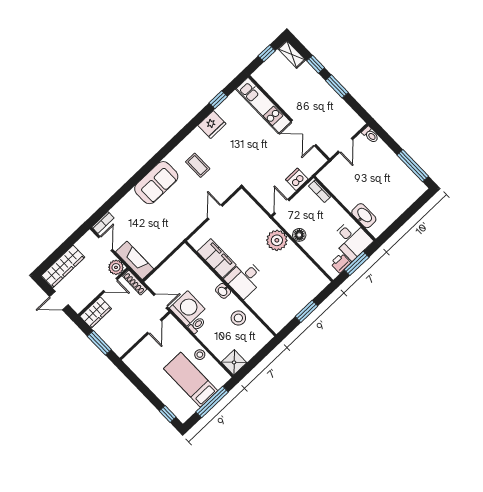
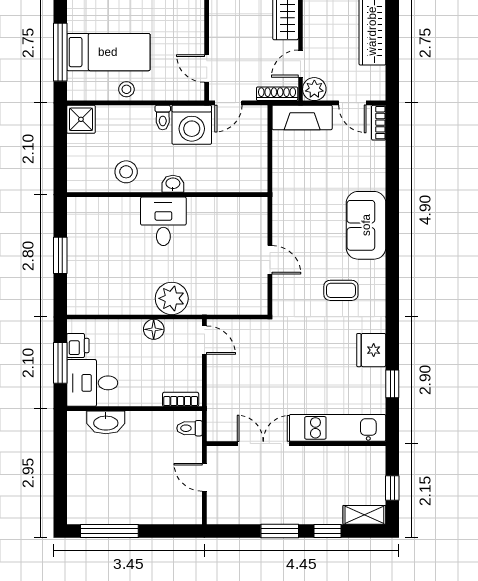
toilet: (370, 135) -> (189, 428), moved
dishwasher: (297, 179) -> (219, 386), removed
filing cabinet: (217, 258) -> (216, 212), removed

